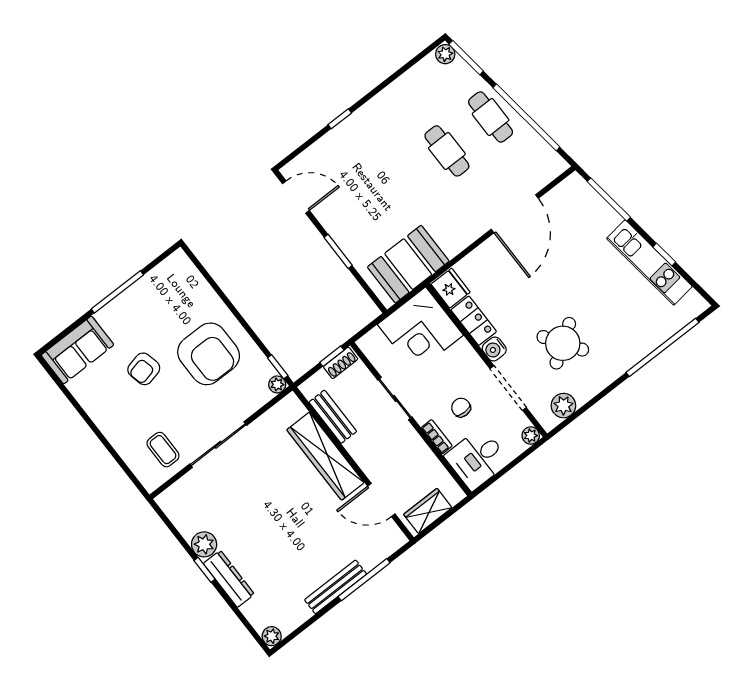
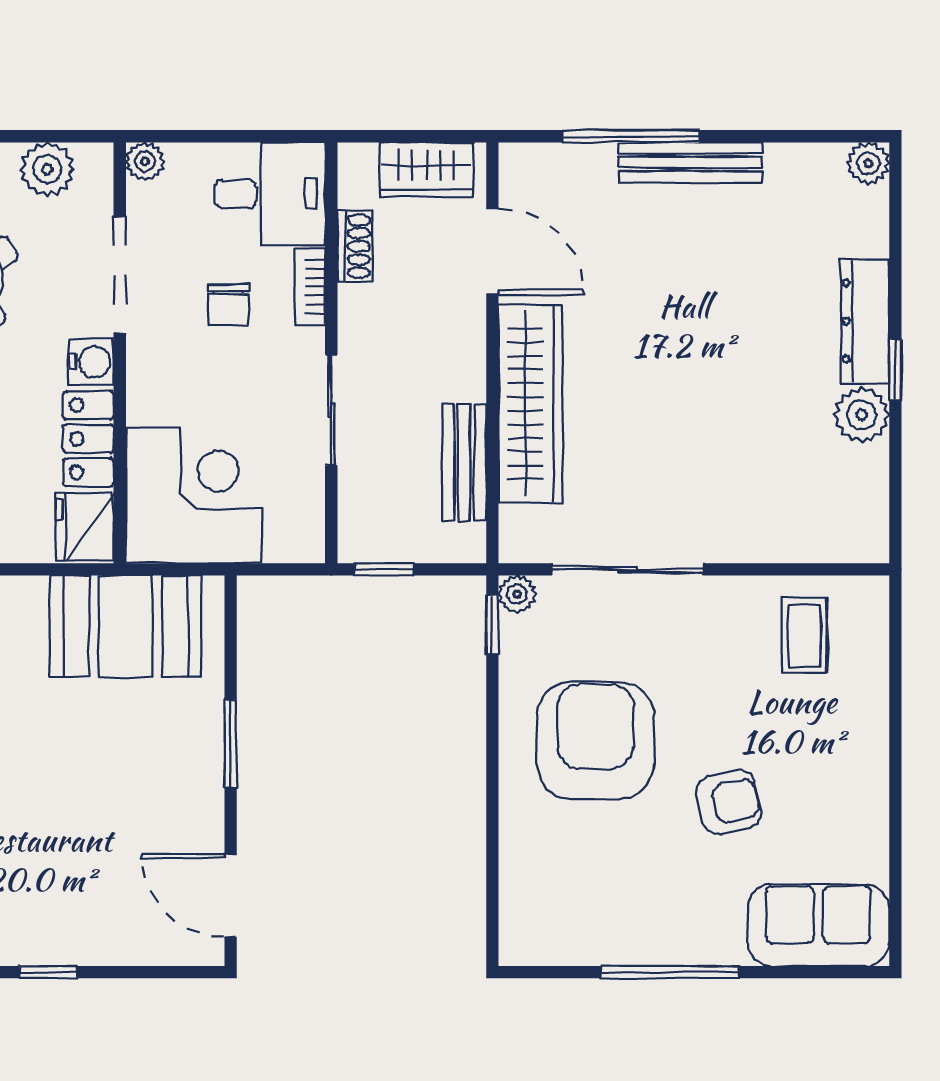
shoe rack: (341, 363) -> (355, 246), moved, turned 90
sliding door: (218, 445) -> (628, 569), moved

